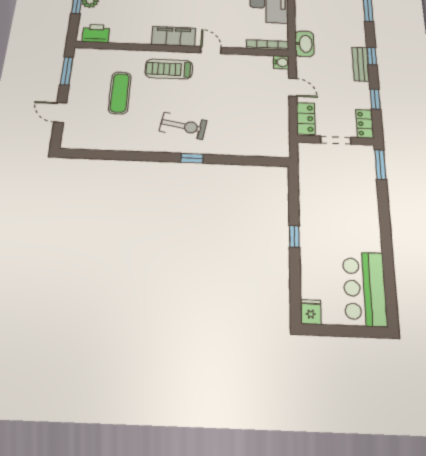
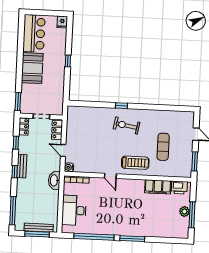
filing cabinet: (174, 36) -> (158, 187), moved
booth: (361, 223) -> (32, 68), added

